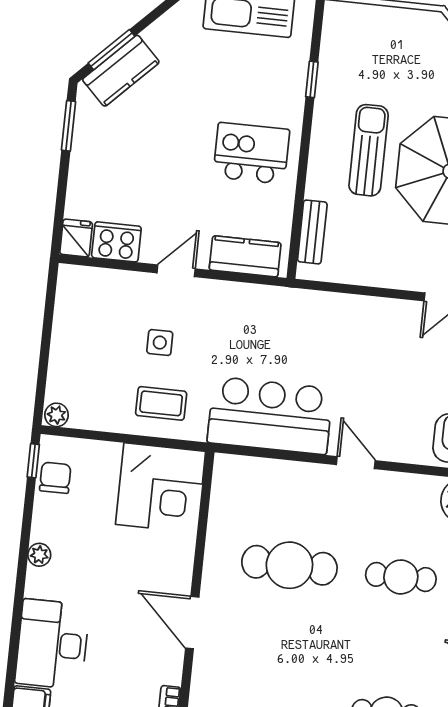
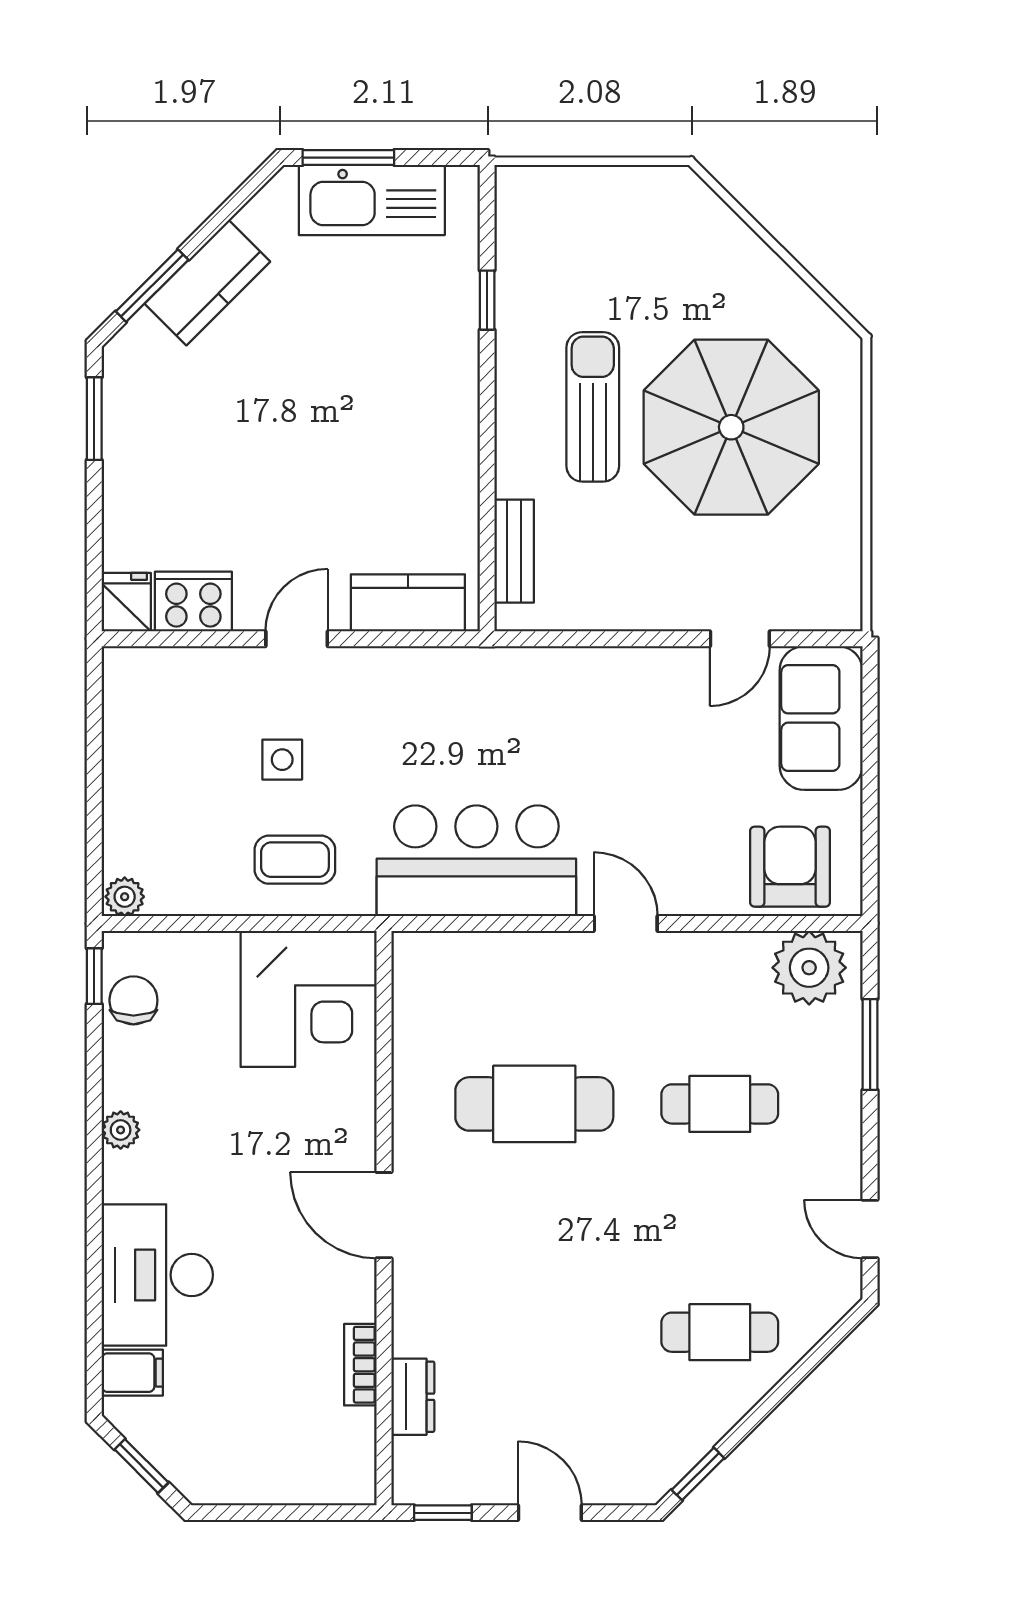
kitchen counter: (121, 71) -> (207, 283), moved
kitchen island: (251, 153) -> (400, 432), removed

